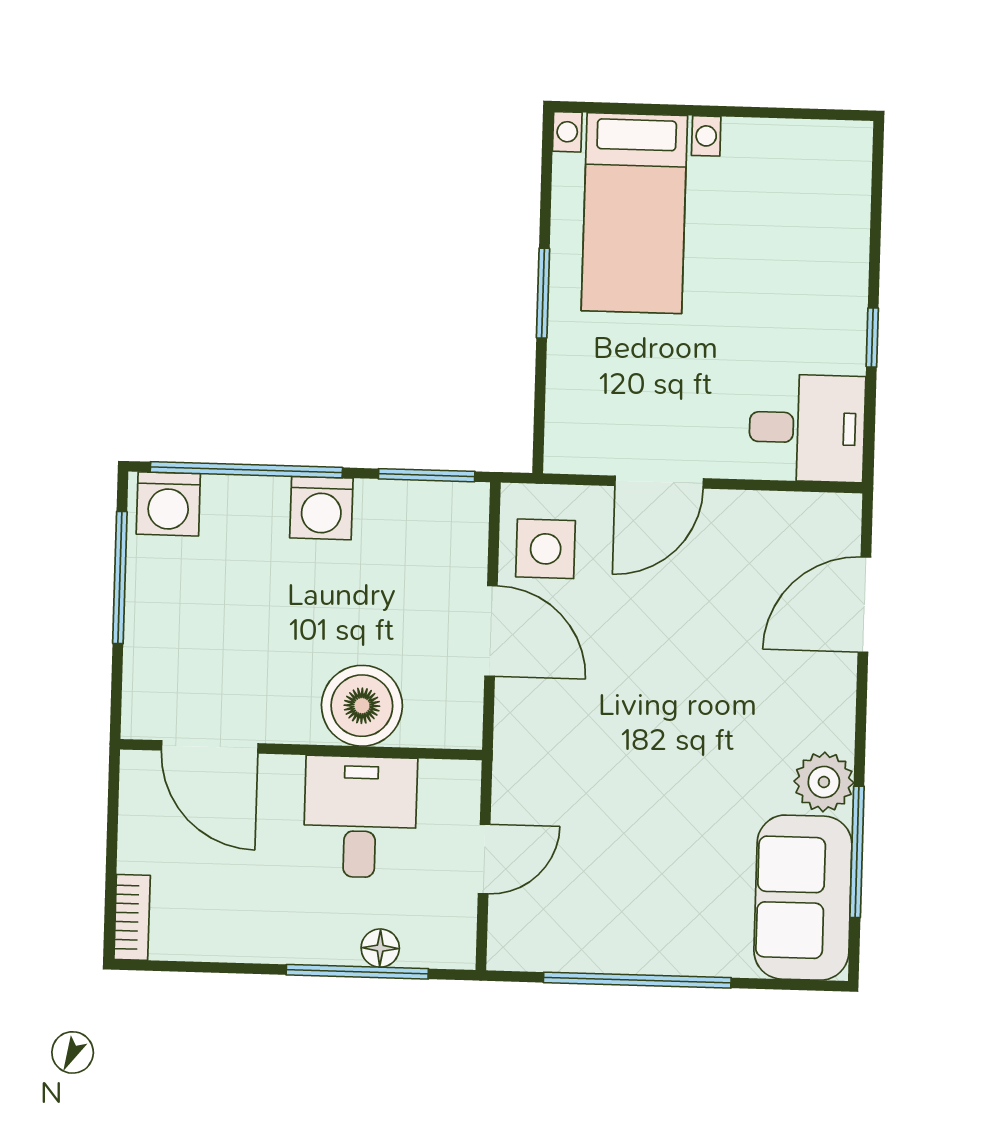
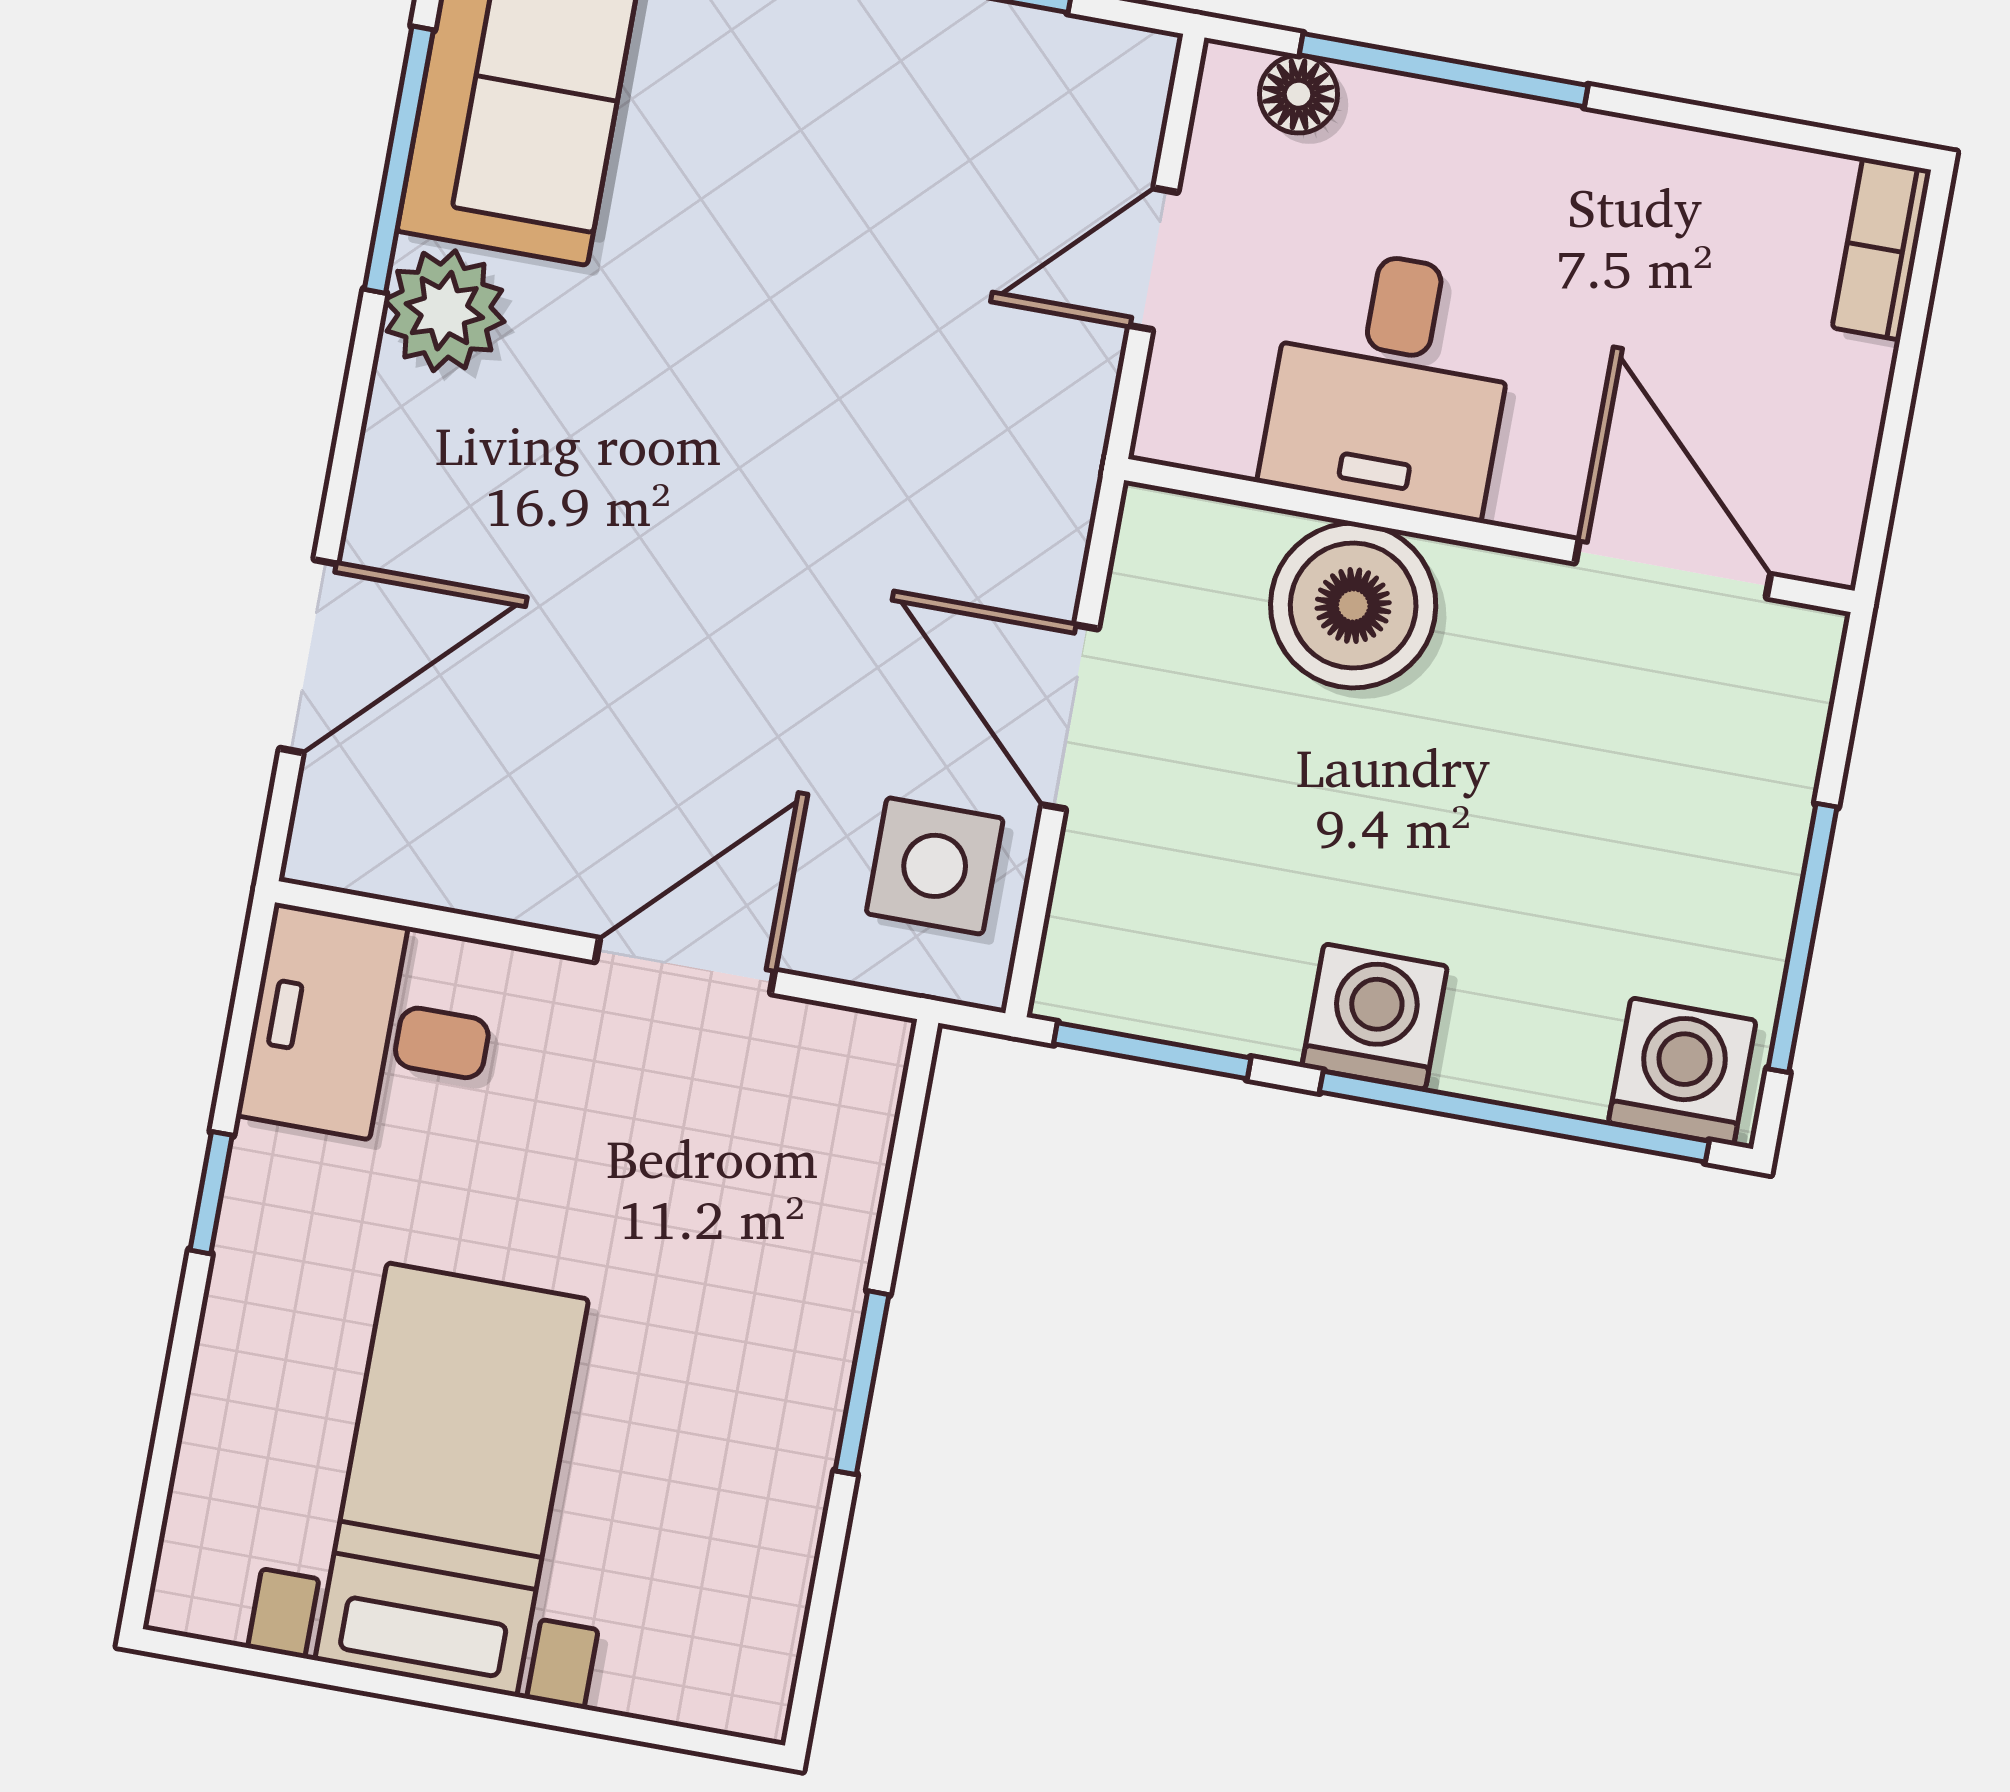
bed with nightstands: (634, 213) -> (452, 1480), moved
floor lamp: (380, 948) -> (1299, 94), moved

